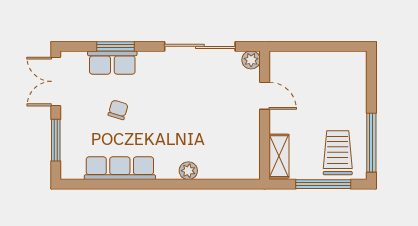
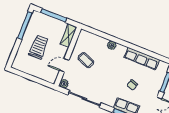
door: (265, 96) -> (64, 65), hinge flipped
coffee table: (227, 122) -> (86, 60), added
trolley: (338, 153) -> (39, 47), moved, turned 180

